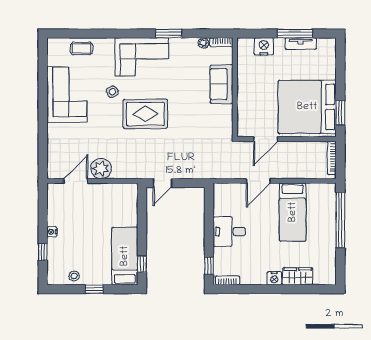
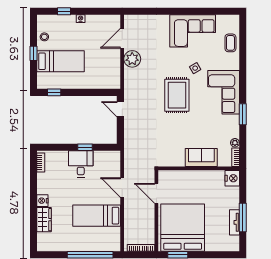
nightstand: (264, 46) -> (232, 178), moved
door: (76, 181) -> (122, 38), swing flipped
bed: (125, 256) -> (61, 61), moved
window: (209, 266) -> (85, 147), moved

